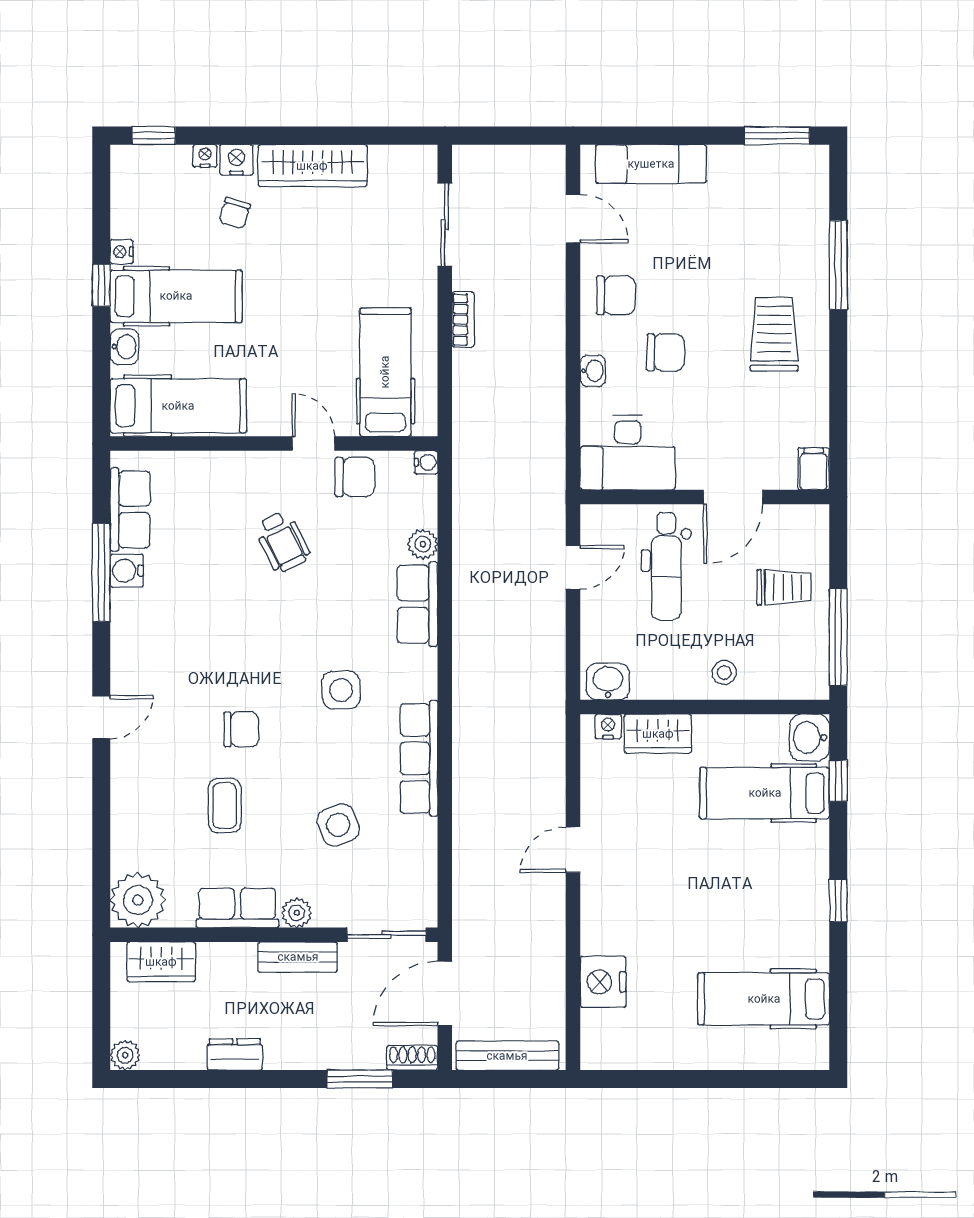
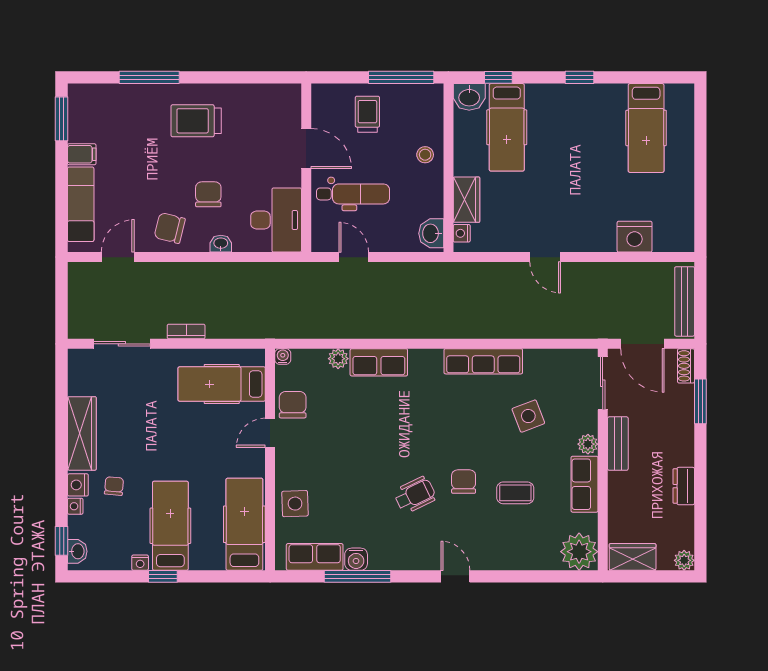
chair: (235, 213) -> (114, 486), turned -101
chair: (616, 295) -> (170, 228), turned -76
washbasin: (125, 347) -> (77, 551), moved, turned 90
filing cabinet: (814, 469) -> (82, 154), moved, turned 180
wheelchair: (283, 542) -> (415, 495), moved
side table: (341, 690) -> (295, 504), moved
wardrobe: (161, 962) -> (633, 557), moved, turned -90

